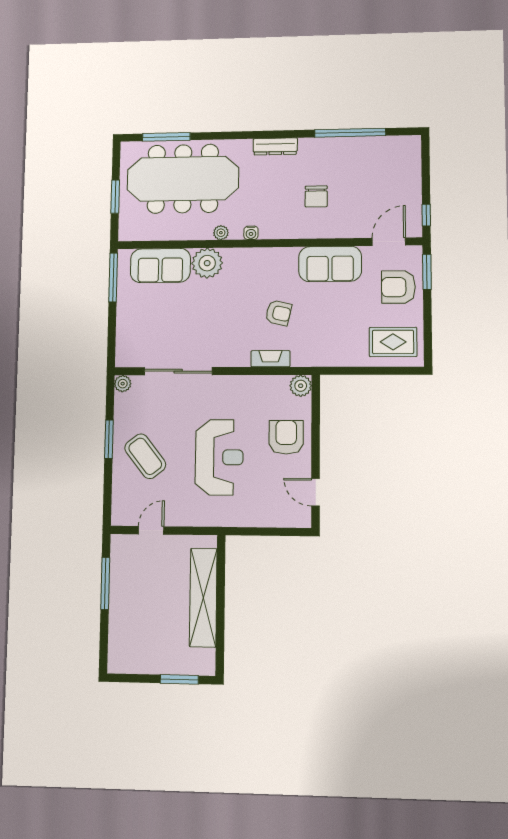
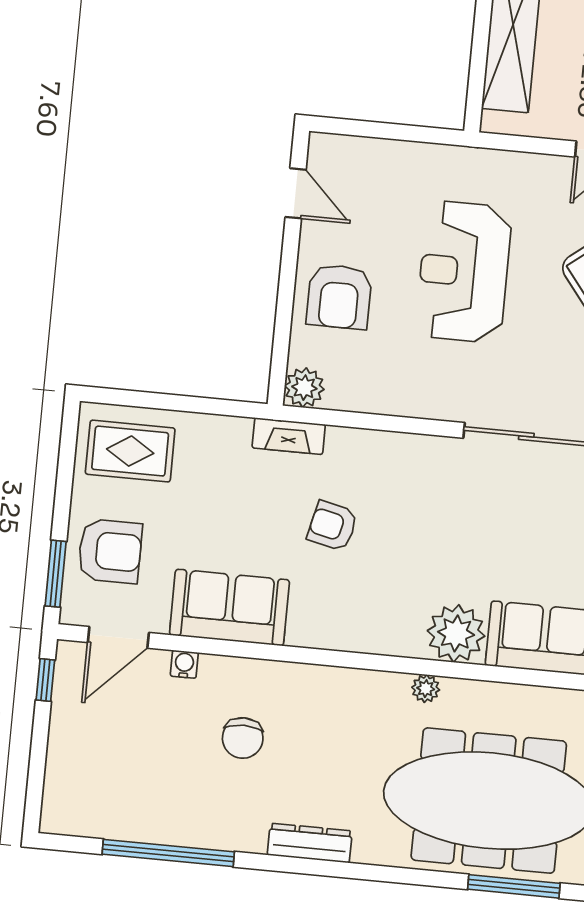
chair: (316, 196) -> (243, 738), turned 180
water cooler: (251, 233) -> (184, 664), moved
fireplace: (270, 359) -> (289, 436), moved

